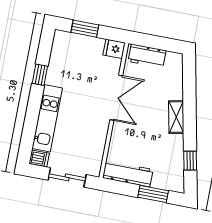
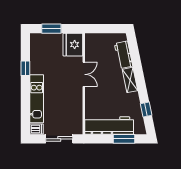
fridge: (114, 49) -> (73, 45), width x1.88, depth x1.34
workbench: (147, 56) -> (123, 55), moved, turned 78
double door: (116, 98) -> (84, 74), width x0.73
workbench: (128, 174) -> (109, 126), width x1.36, depth x1.32

